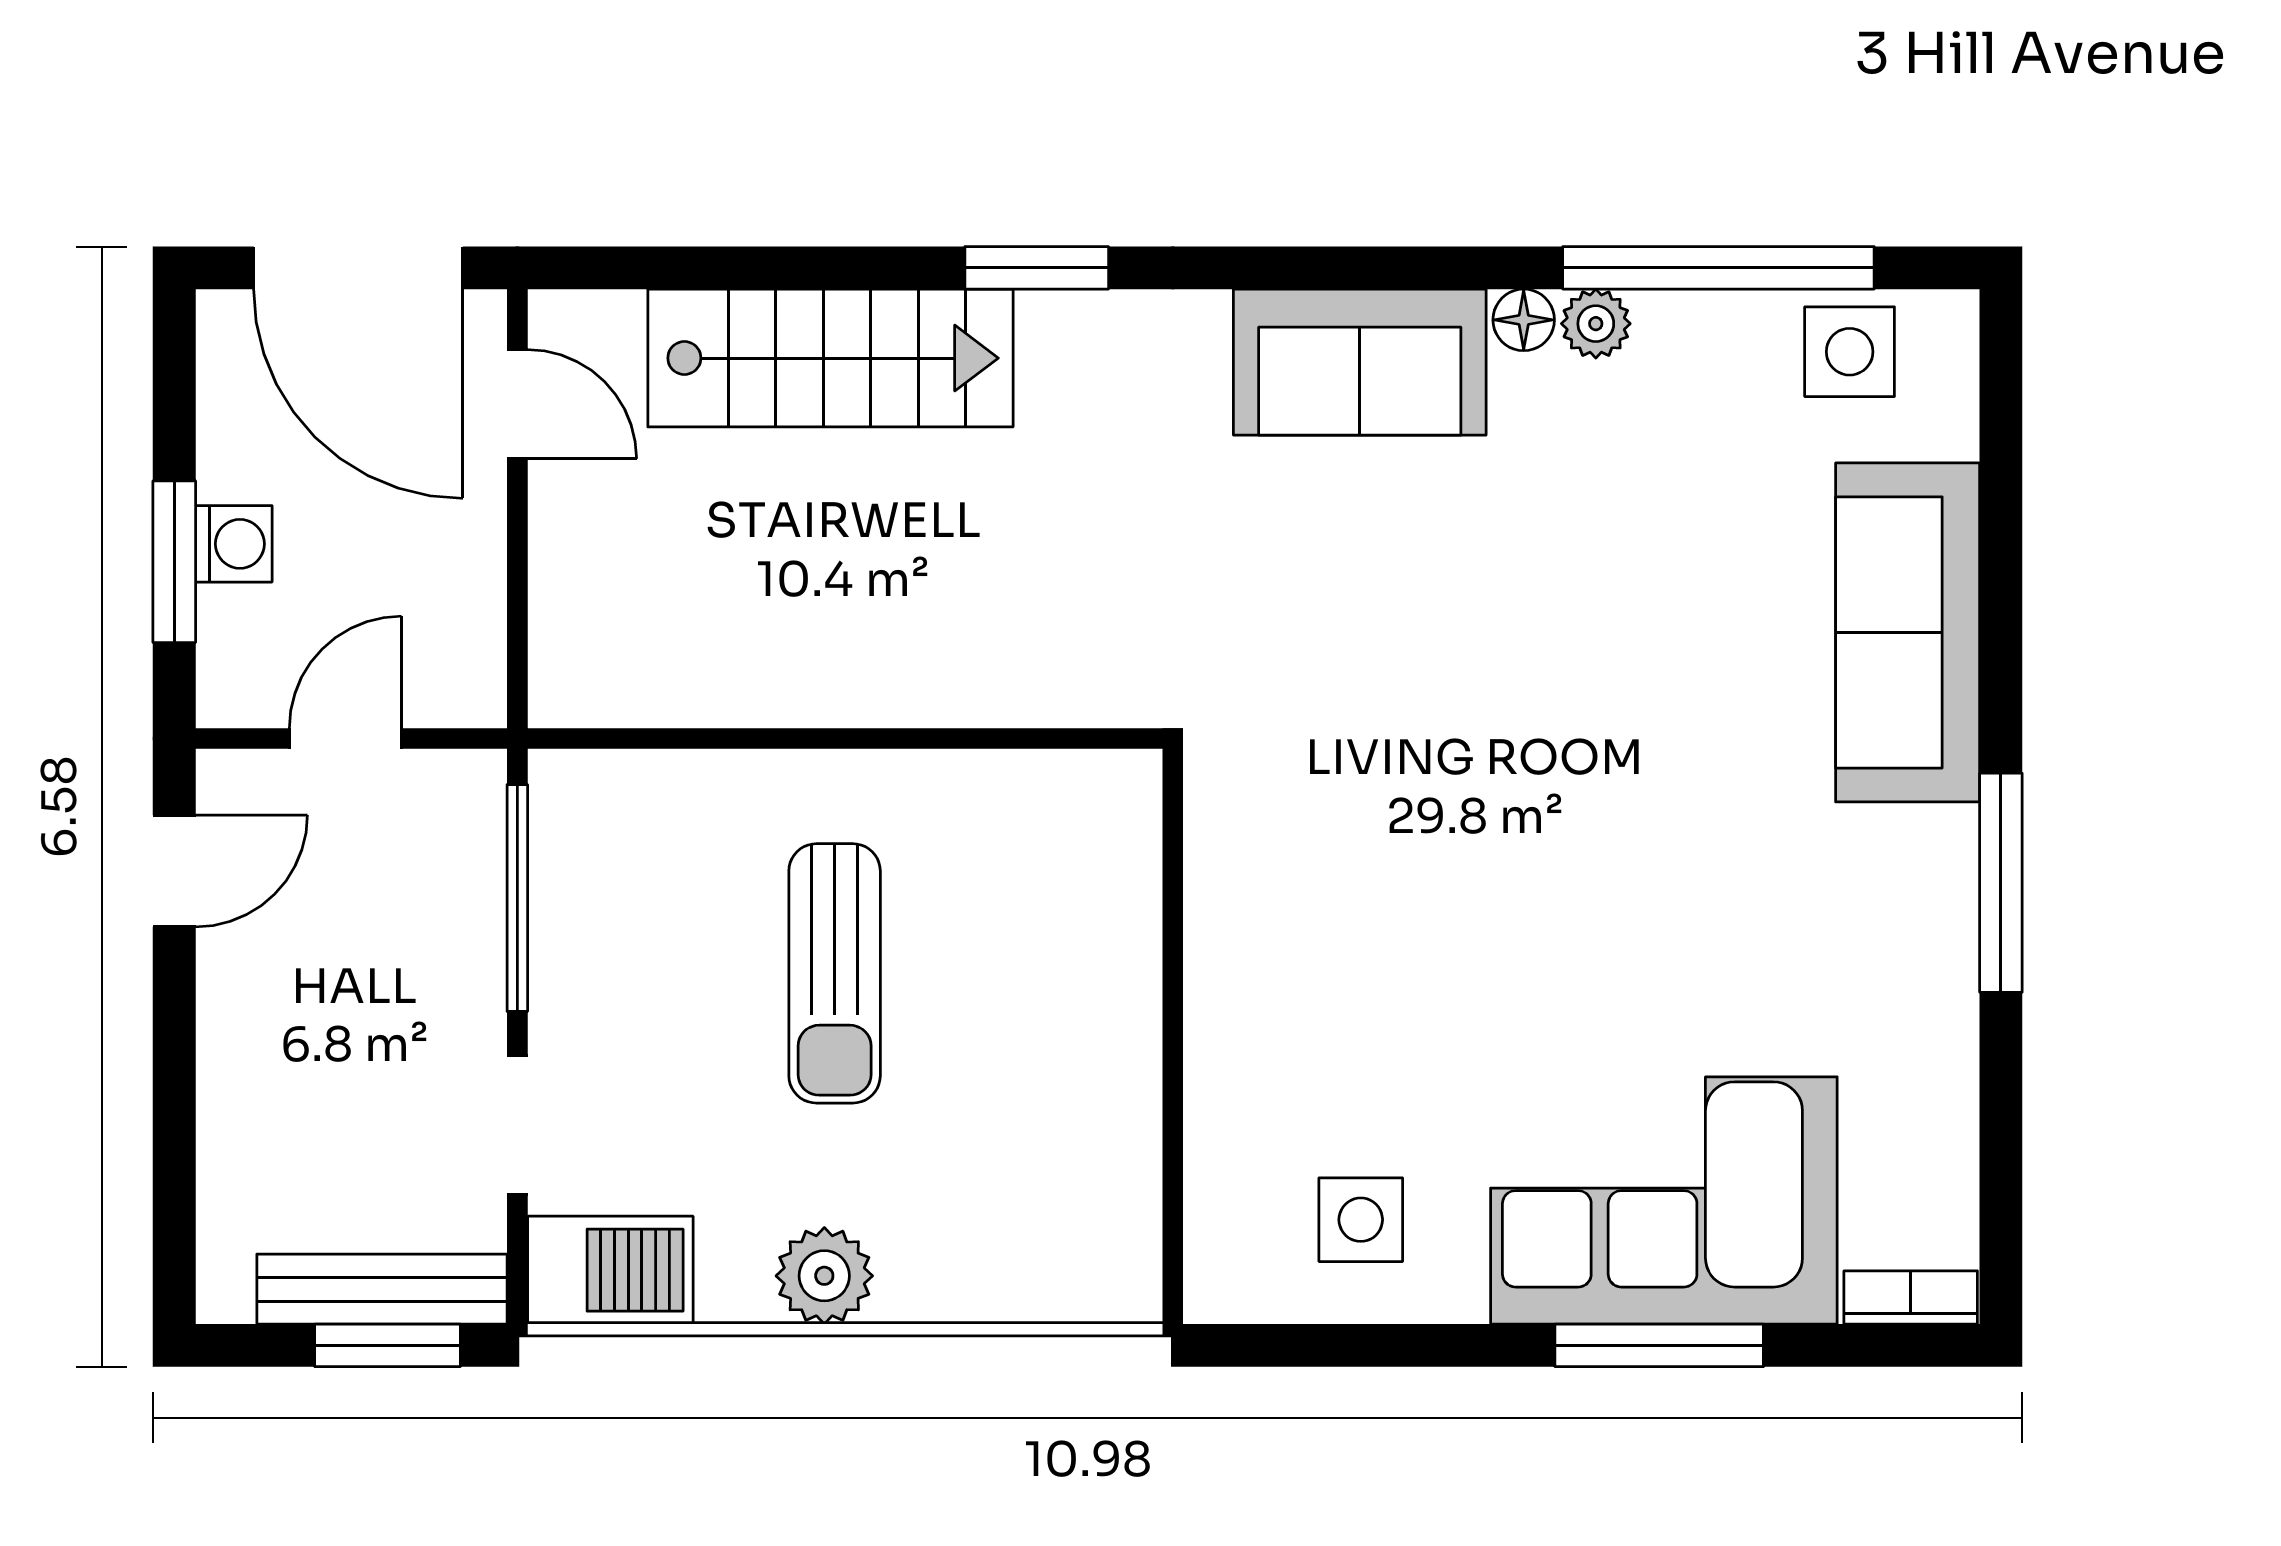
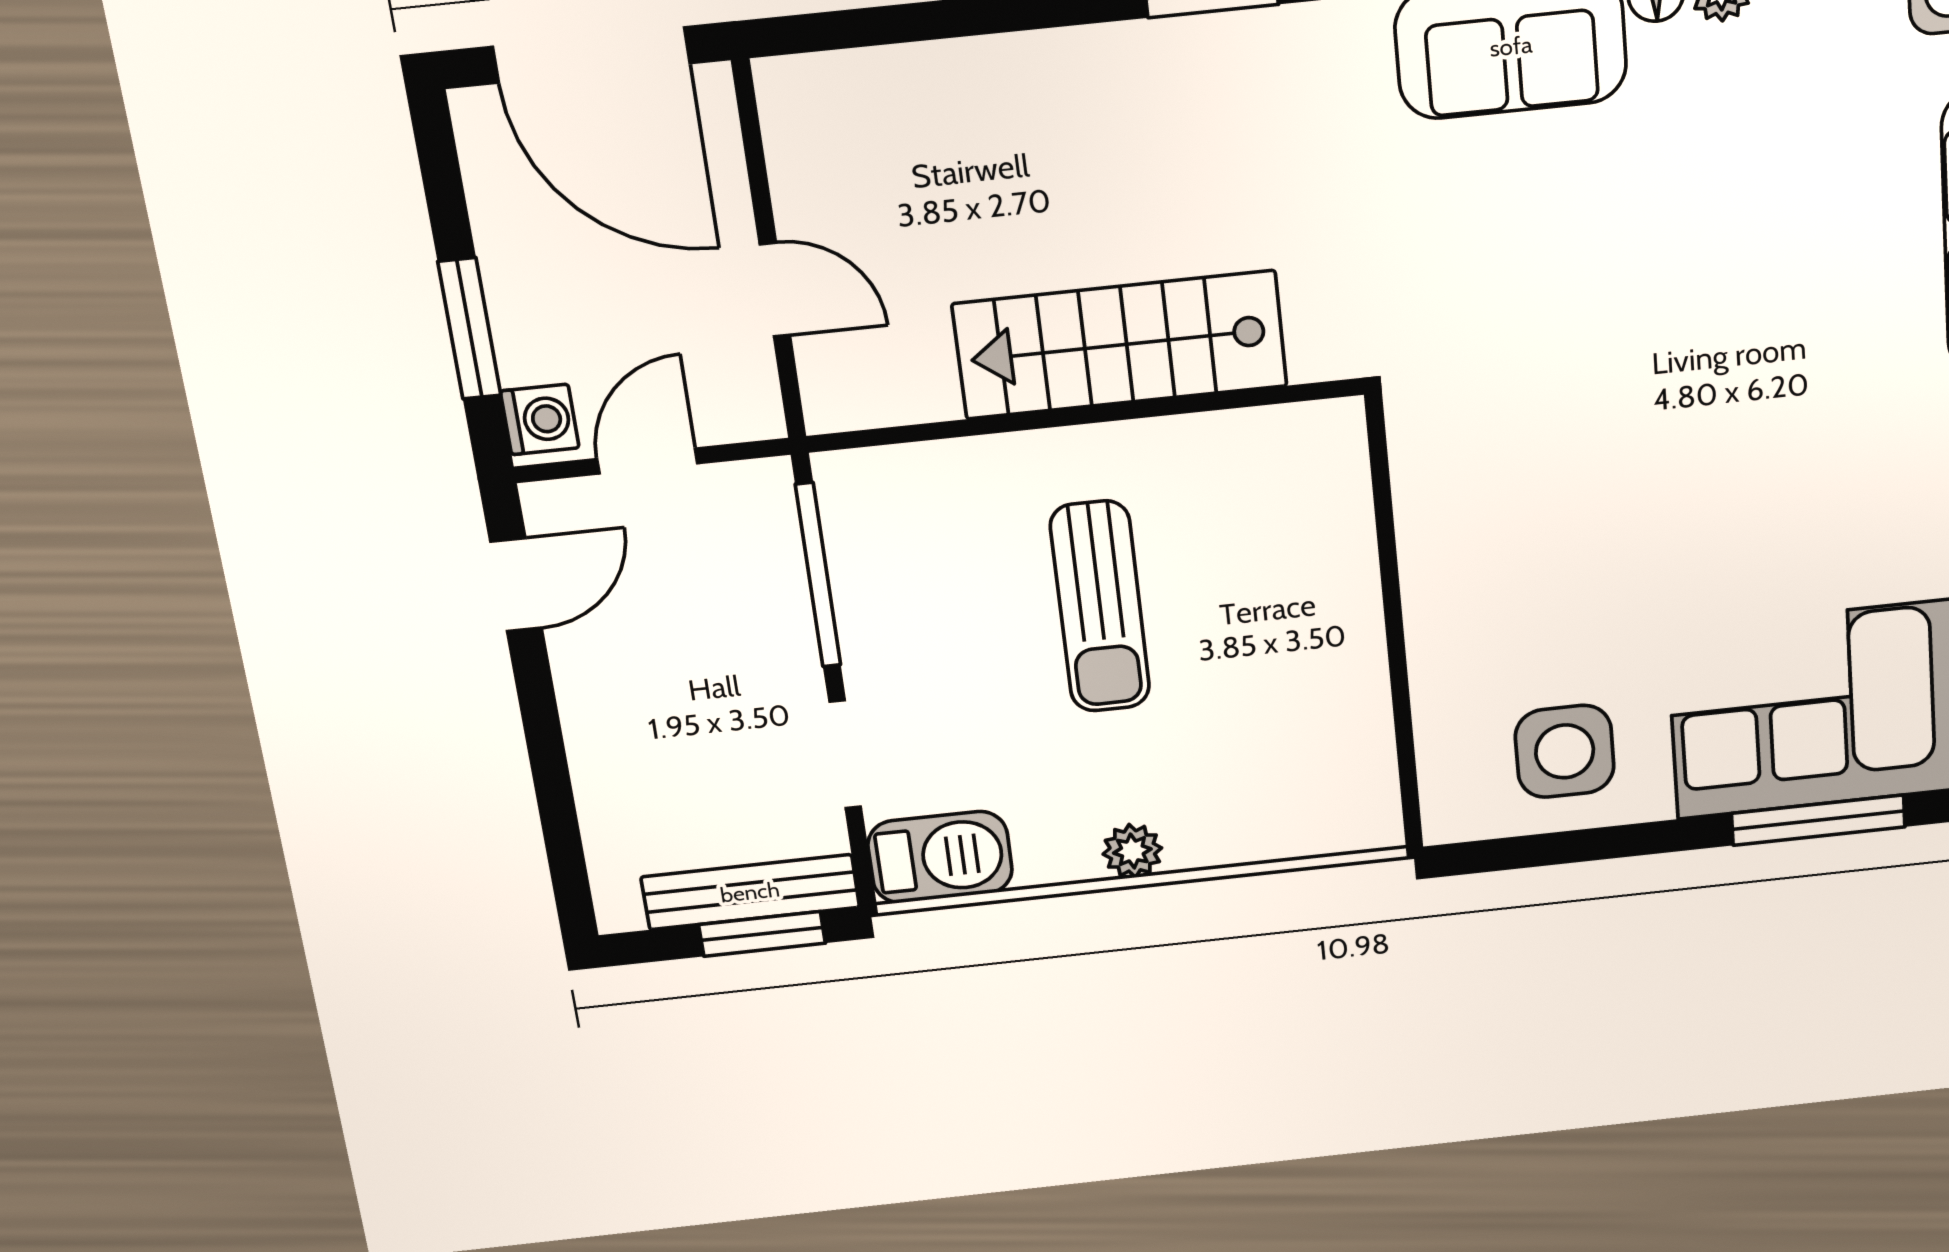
stairs: (830, 358) -> (1120, 345), moved, turned 180
door: (517, 404) -> (775, 290), moved
washing machine: (234, 544) -> (540, 419), moved
side table: (1361, 1220) -> (1565, 751), width x1.37, depth x1.37
plant: (824, 1276) -> (1132, 851), width x0.73, depth x0.73

